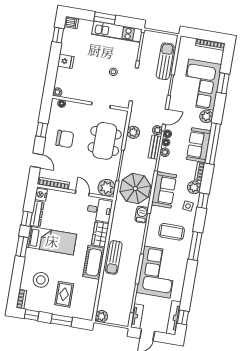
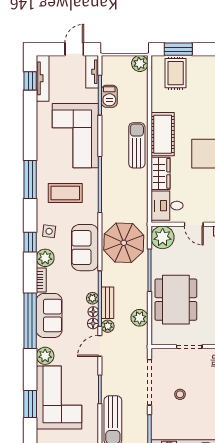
barbecue: (142, 215) -> (109, 96), moved
rug: (64, 294) -> (176, 73), moved
window: (62, 320) -> (178, 49), moved

